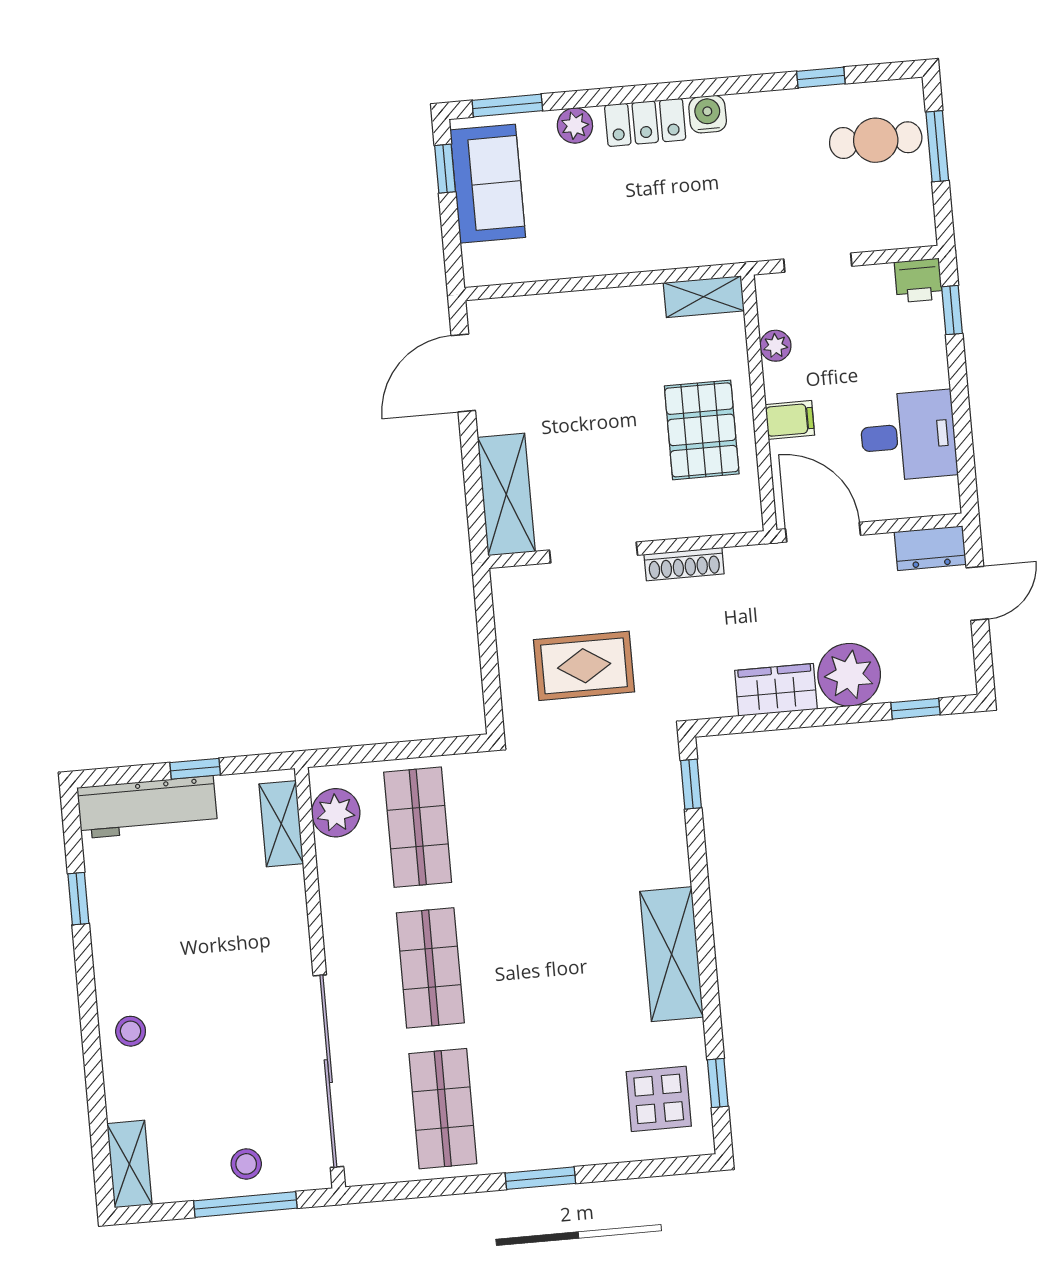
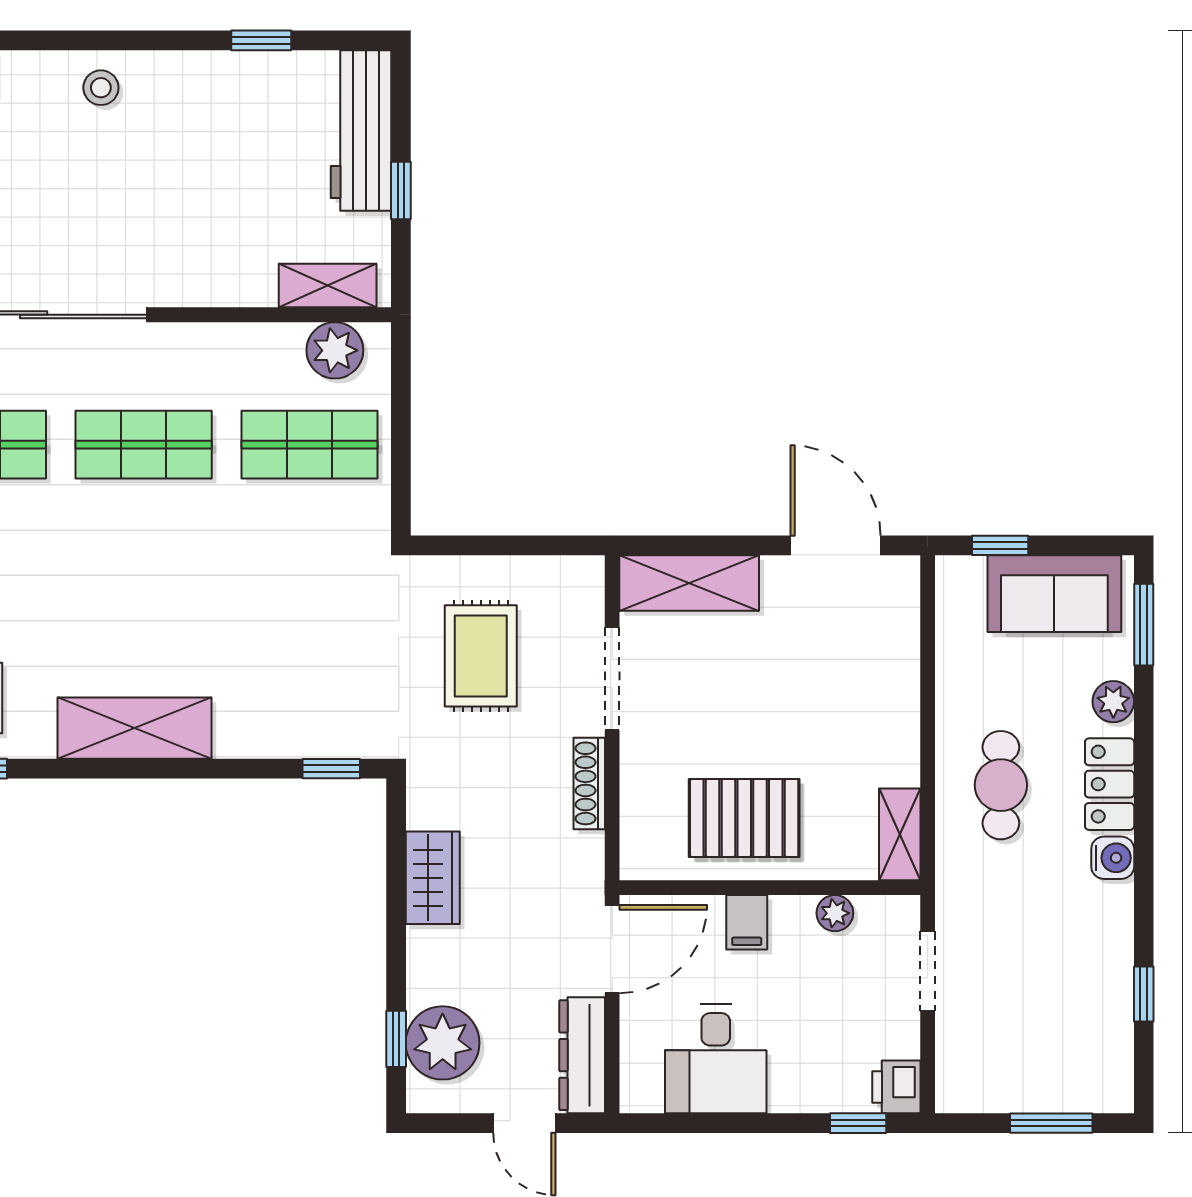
cafe table: (876, 140) -> (1001, 785), moved
window: (445, 169) -> (1000, 545), moved
dresser: (930, 548) -> (582, 1055), width x1.44
plant: (849, 675) -> (443, 1043), moved

